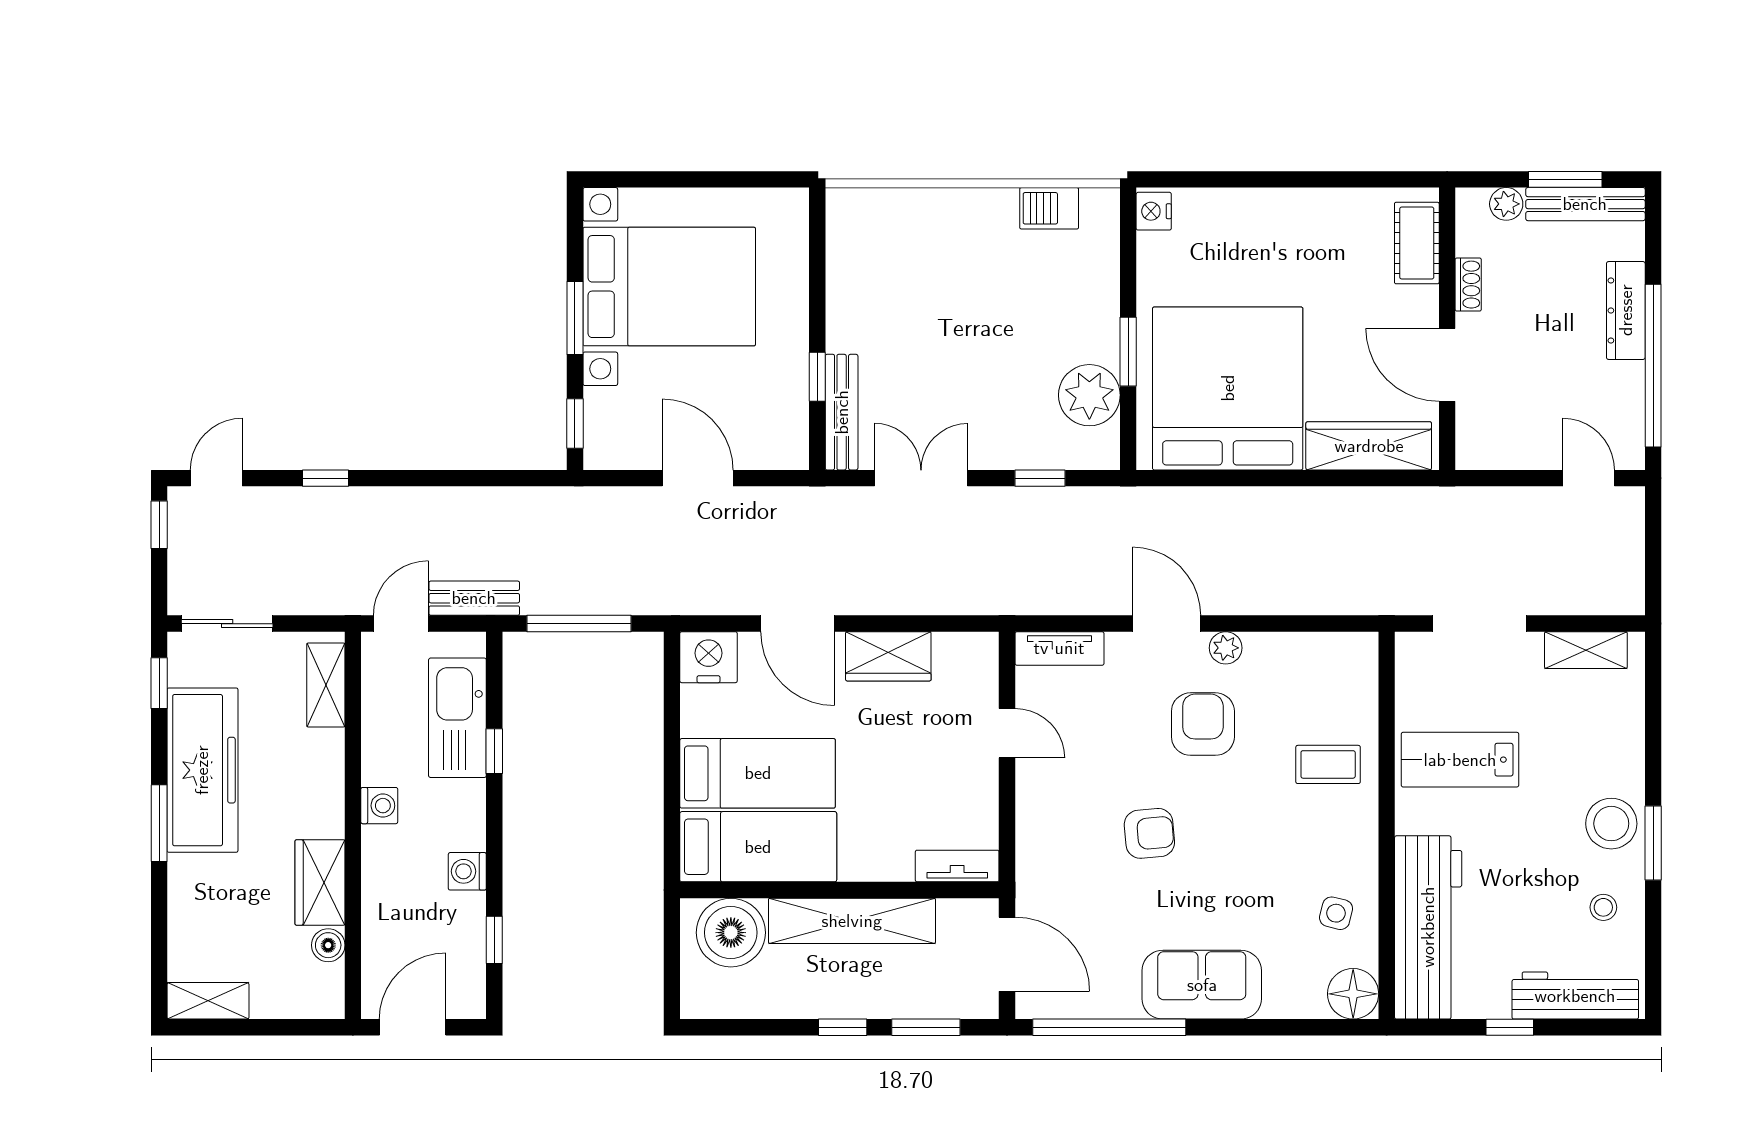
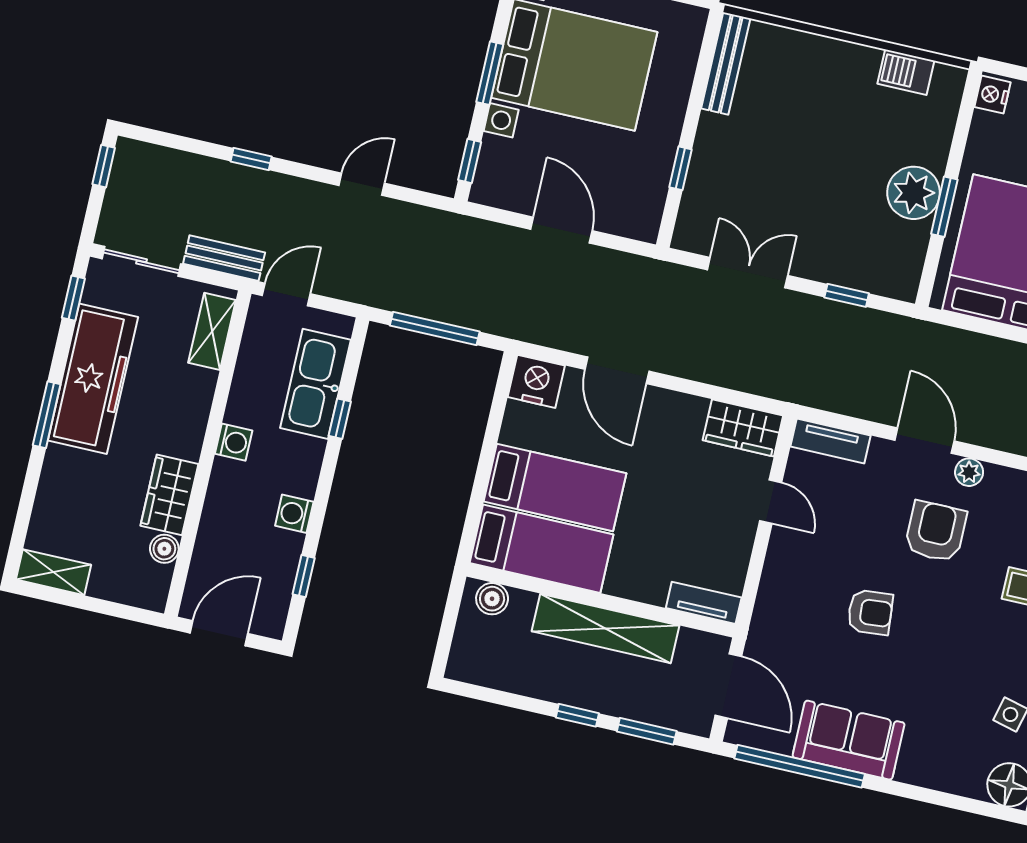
plant: (1089, 395) -> (913, 193), moved
bench: (842, 412) -> (726, 63), moved
door: (216, 478) -> (362, 184), moved
bench: (474, 598) -> (224, 258), moved
wardrobe: (888, 656) -> (743, 428), moved
boiler: (731, 933) -> (492, 599), width x0.54, depth x0.54
sofa: (1202, 985) -> (849, 740), moved

